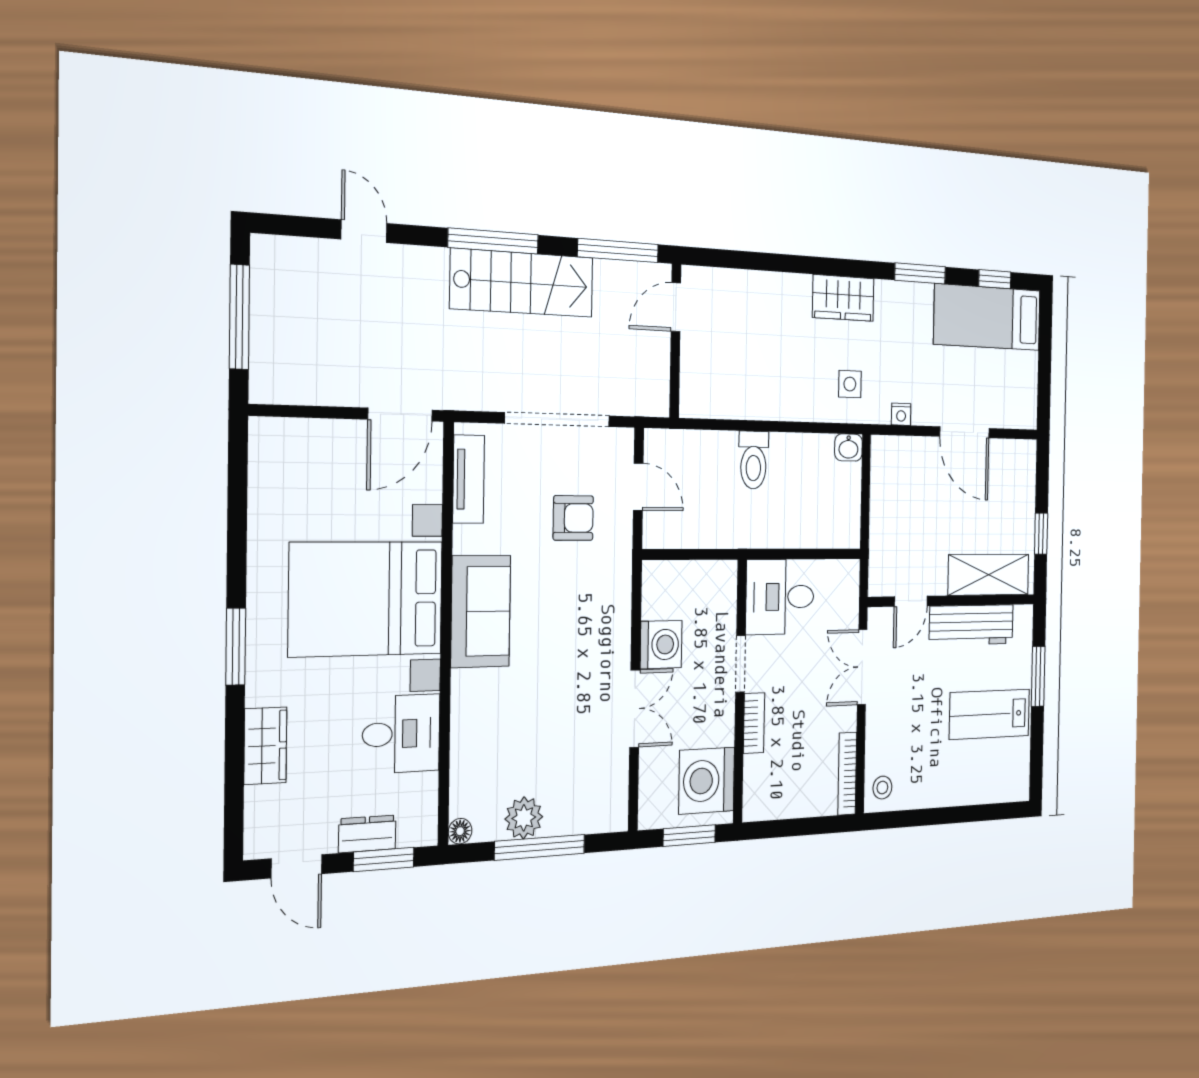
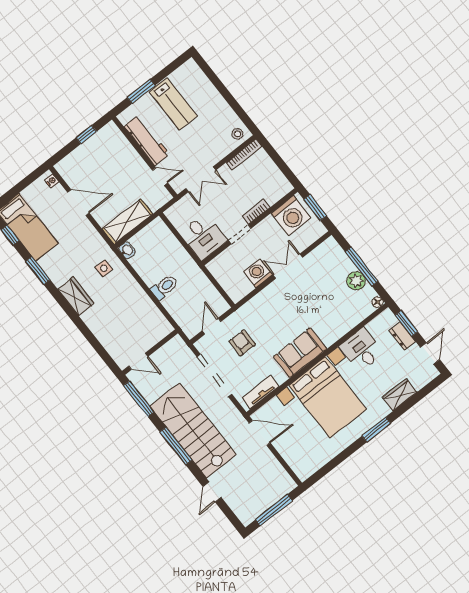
stairs: (522, 283) -> (193, 430), width x1.36, depth x1.51
nightstand: (901, 414) -> (52, 181), moved
door: (964, 432) -> (78, 203), hinge flipped
shelving: (989, 575) -> (127, 222), moved, turned 90

